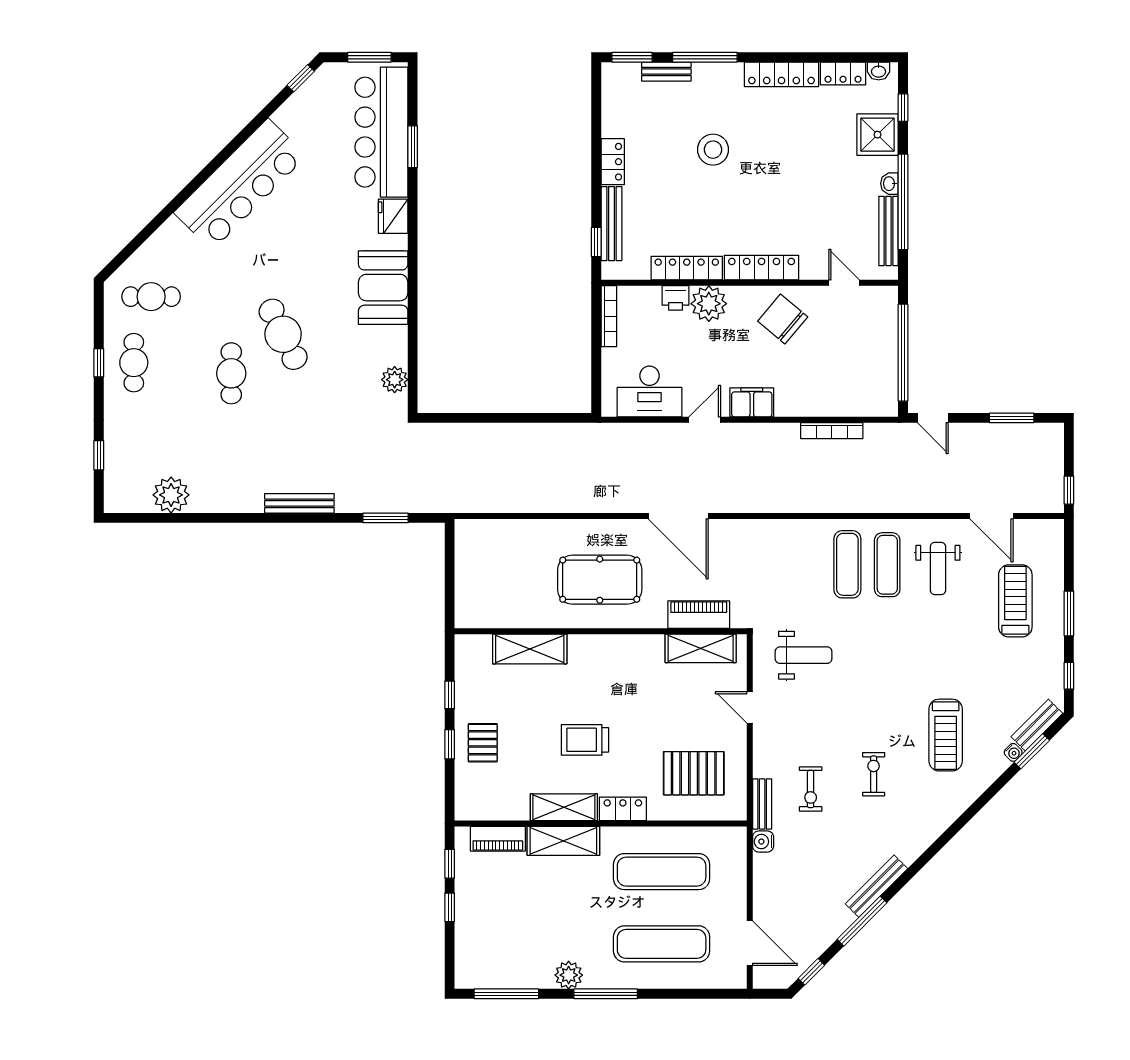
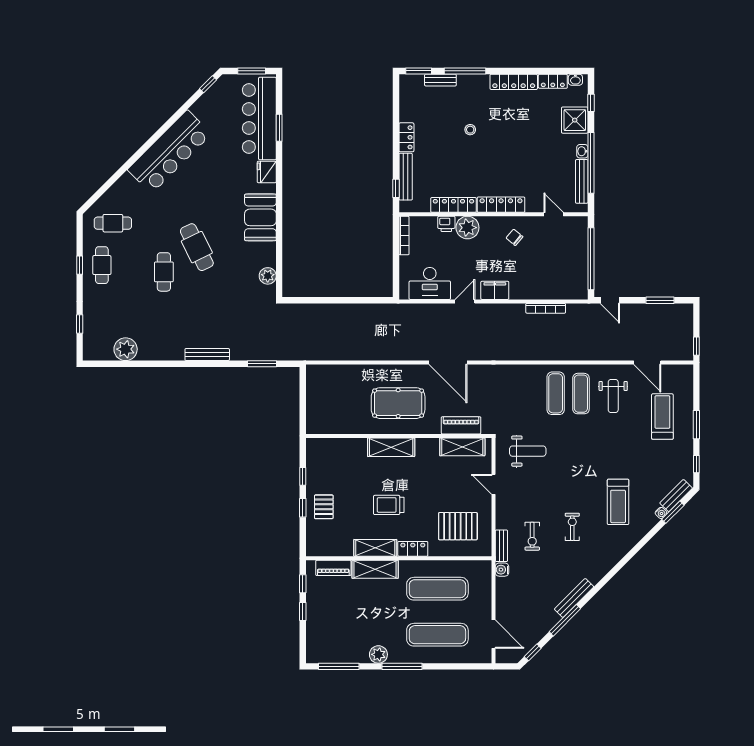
stool: (713, 150) -> (470, 130), width x0.53, depth x0.53
chair: (783, 319) -> (514, 237), width x0.54, depth x0.54
shelving: (530, 649) -> (391, 447), moved

